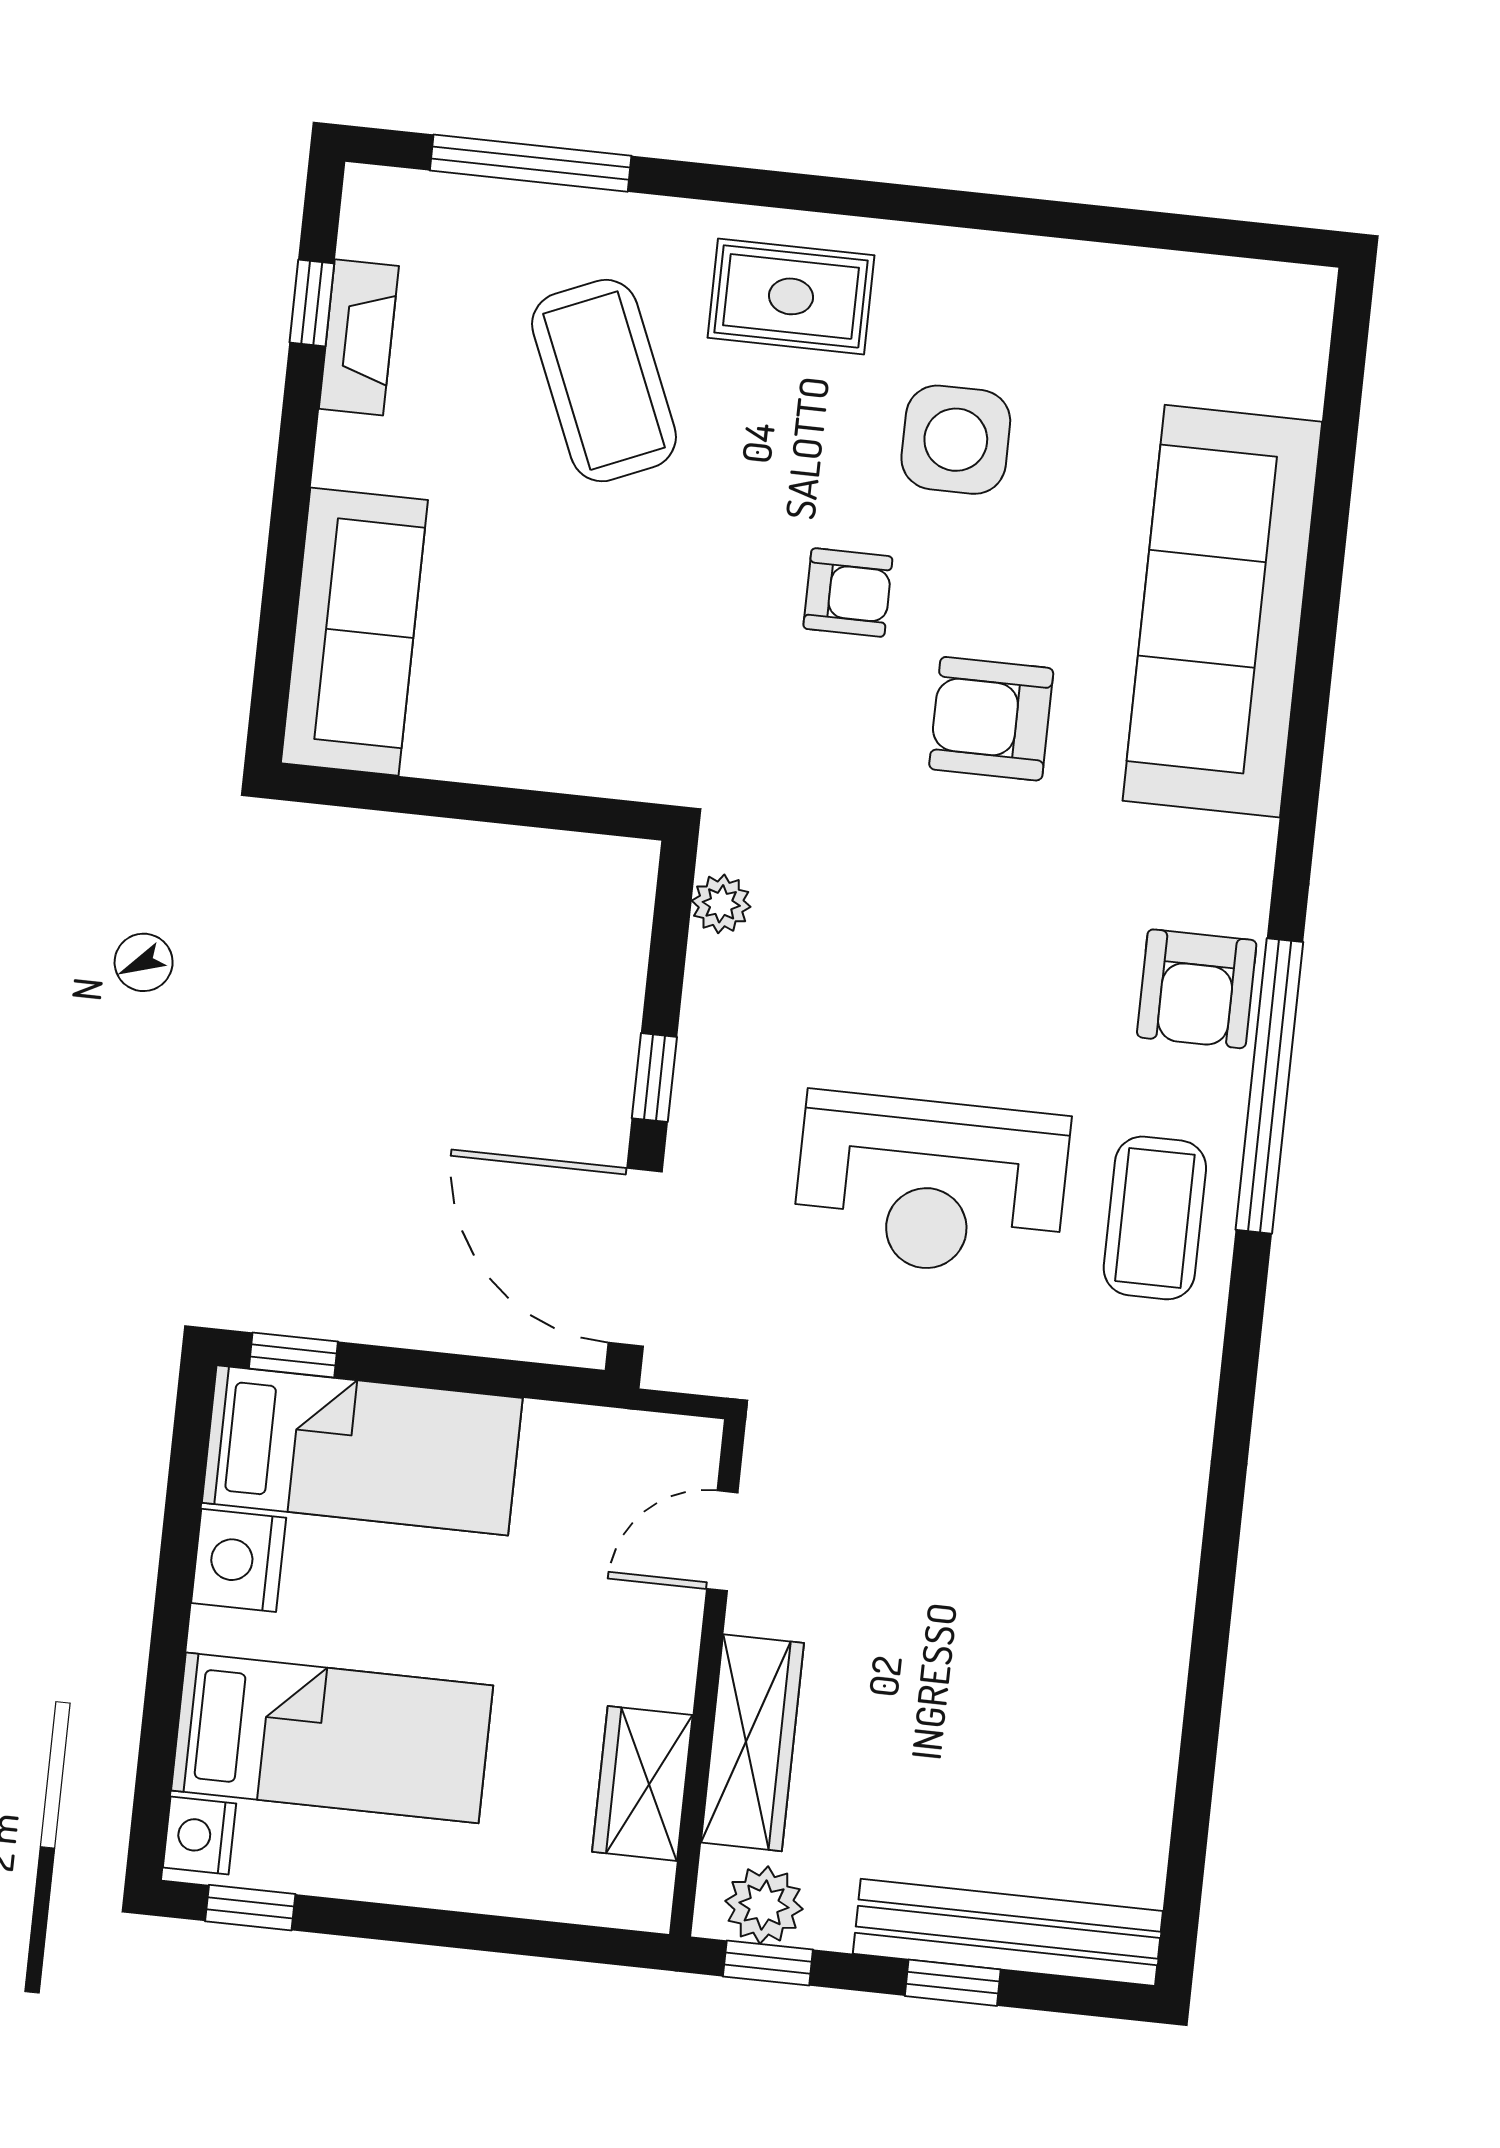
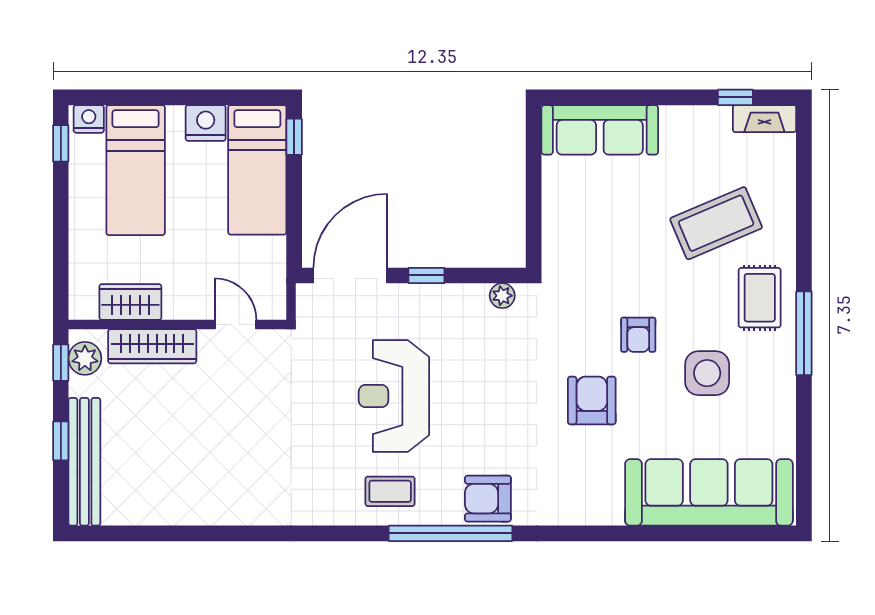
window: (531, 163) -> (804, 333), moved
fireplace: (359, 337) -> (764, 119), moved
sofa: (1222, 611) -> (709, 492), moved
coffee table: (1155, 1218) -> (390, 491), width x0.73, depth x0.77

